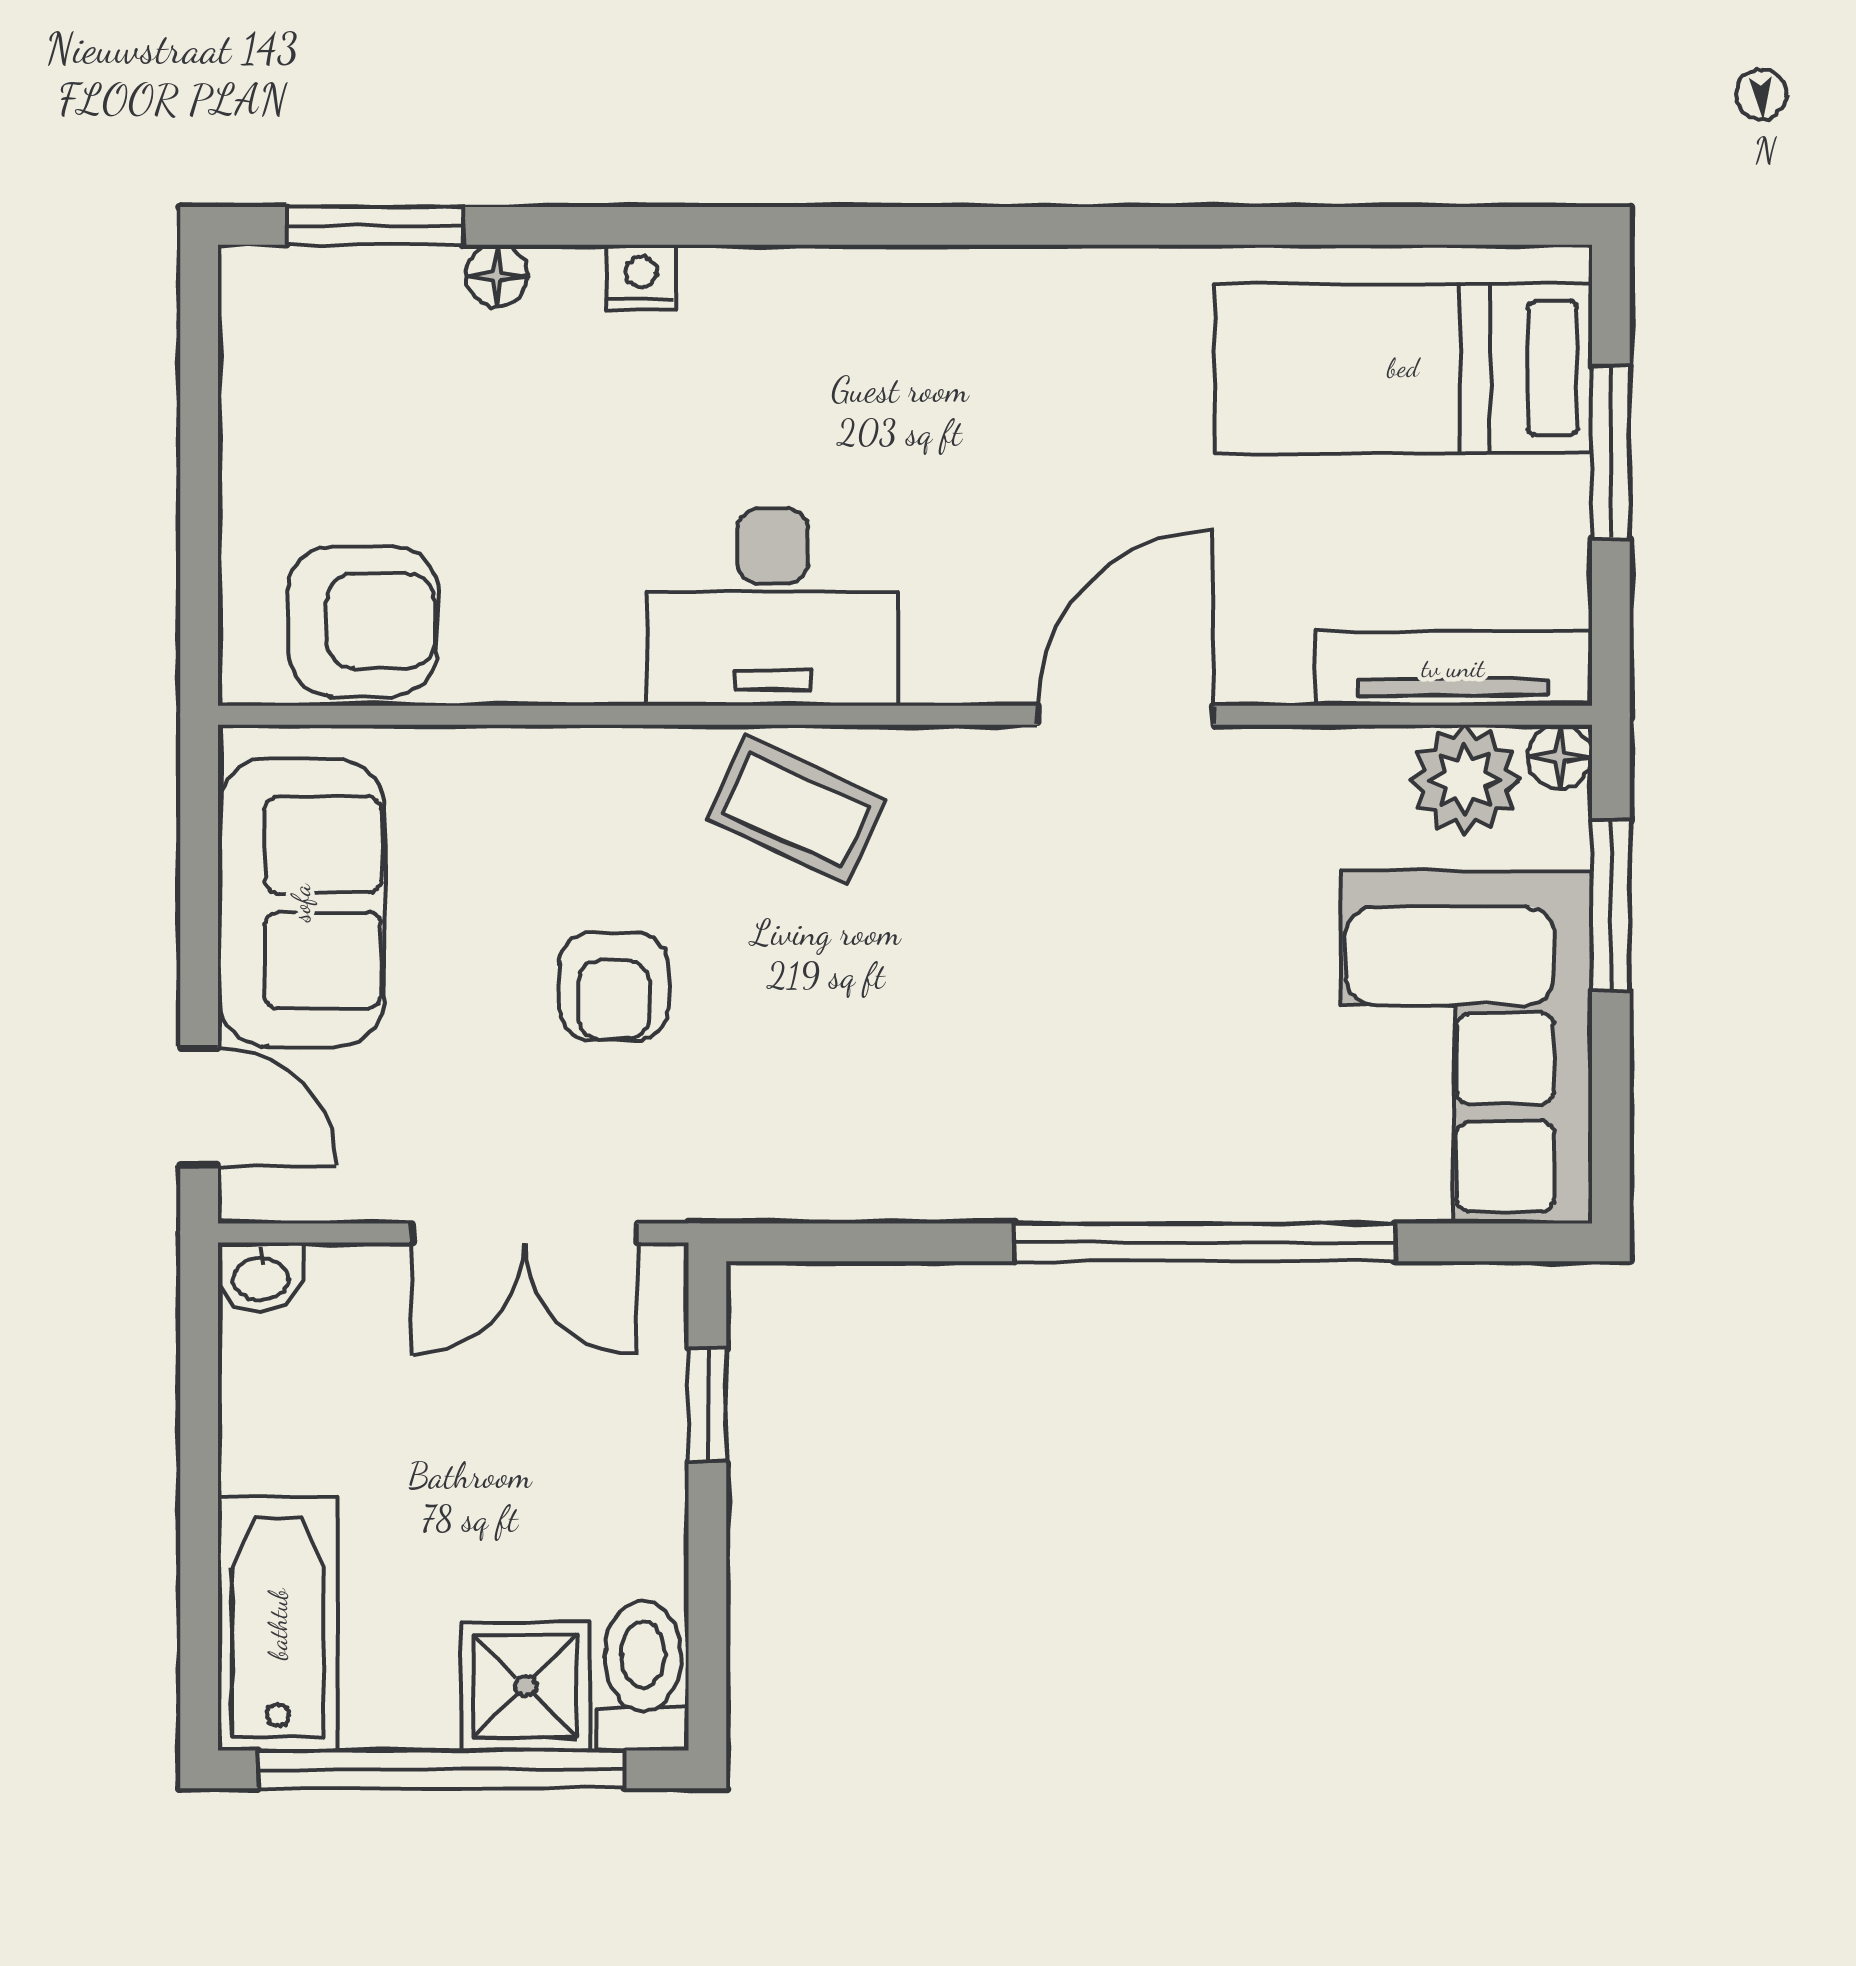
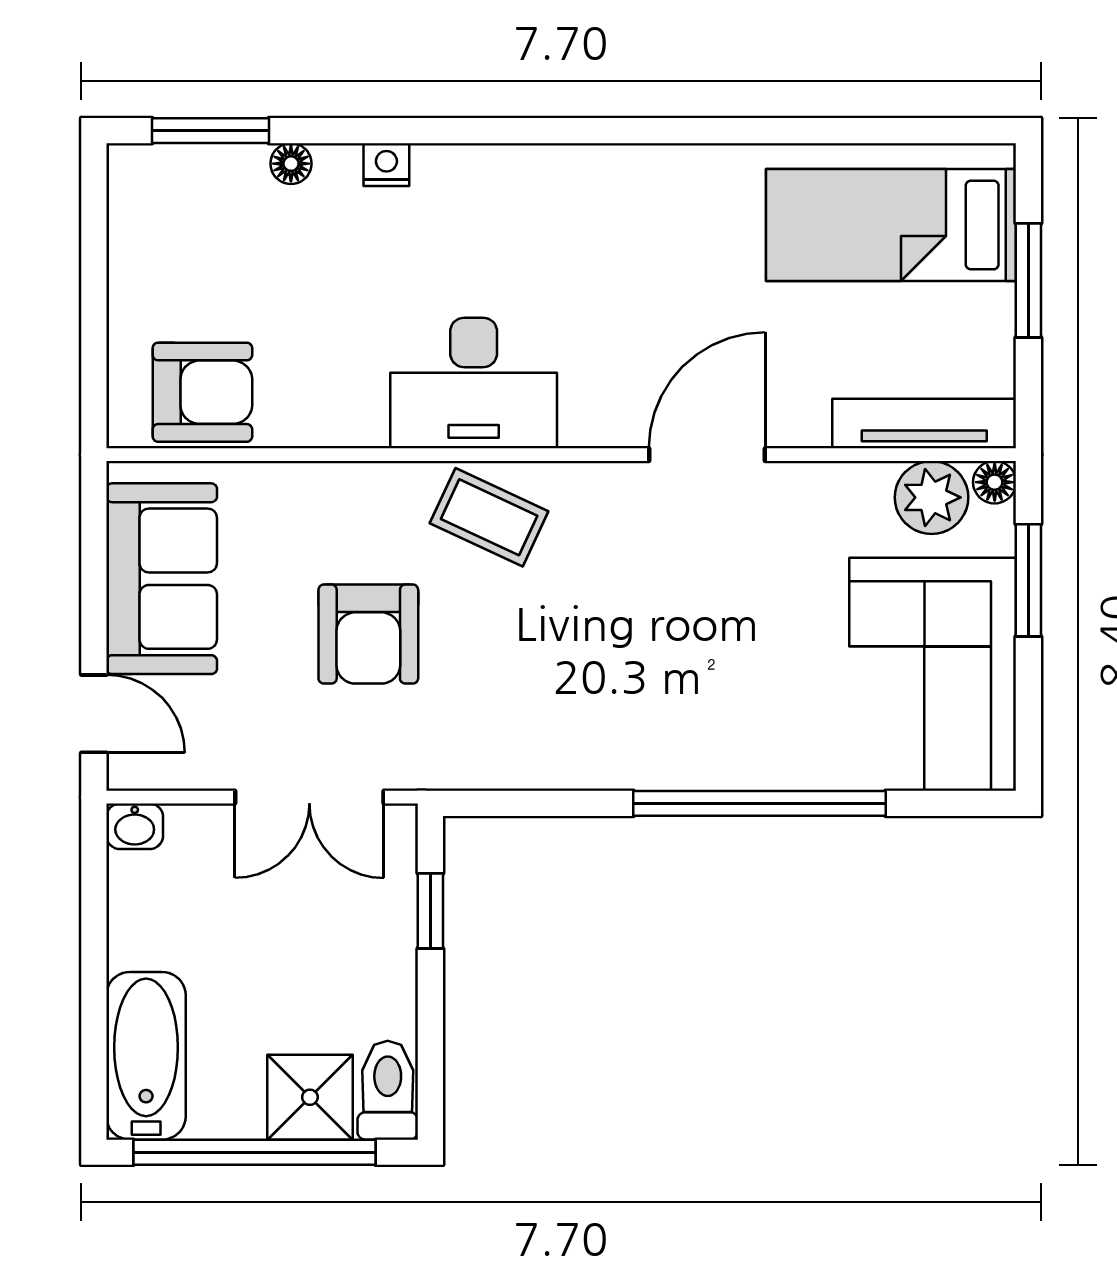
armchair: (614, 986) -> (368, 634), width x1.38, depth x1.38

